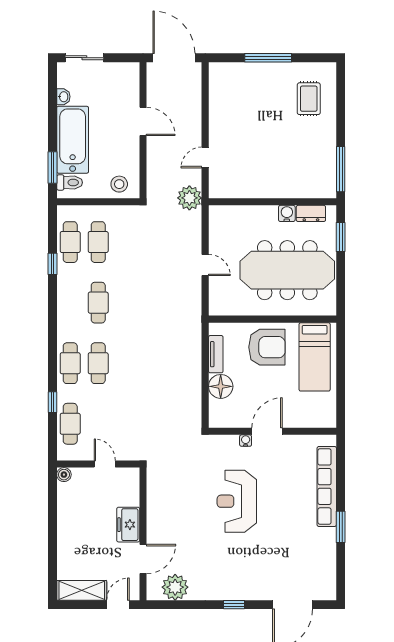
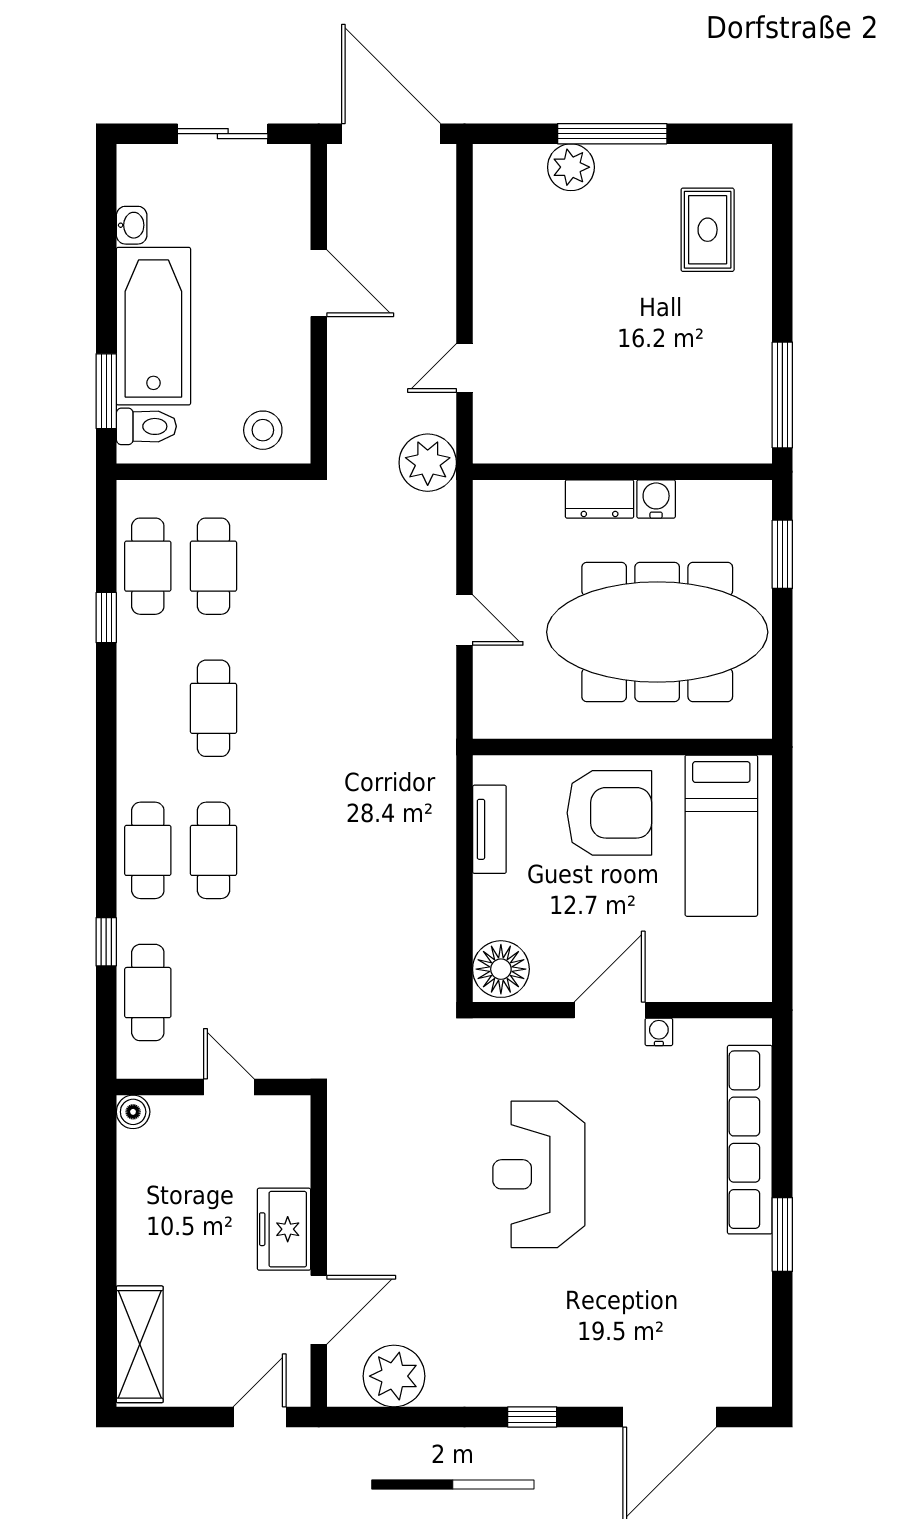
sliding door: (84, 58) -> (223, 134), moved
plant: (251, 72) -> (571, 167), added
dresser: (311, 213) -> (600, 499), moved
floor lamp: (221, 386) -> (501, 969), moved
water cooler: (246, 441) -> (659, 1032), moved
shelving: (82, 590) -> (140, 1344), moved, turned 90

